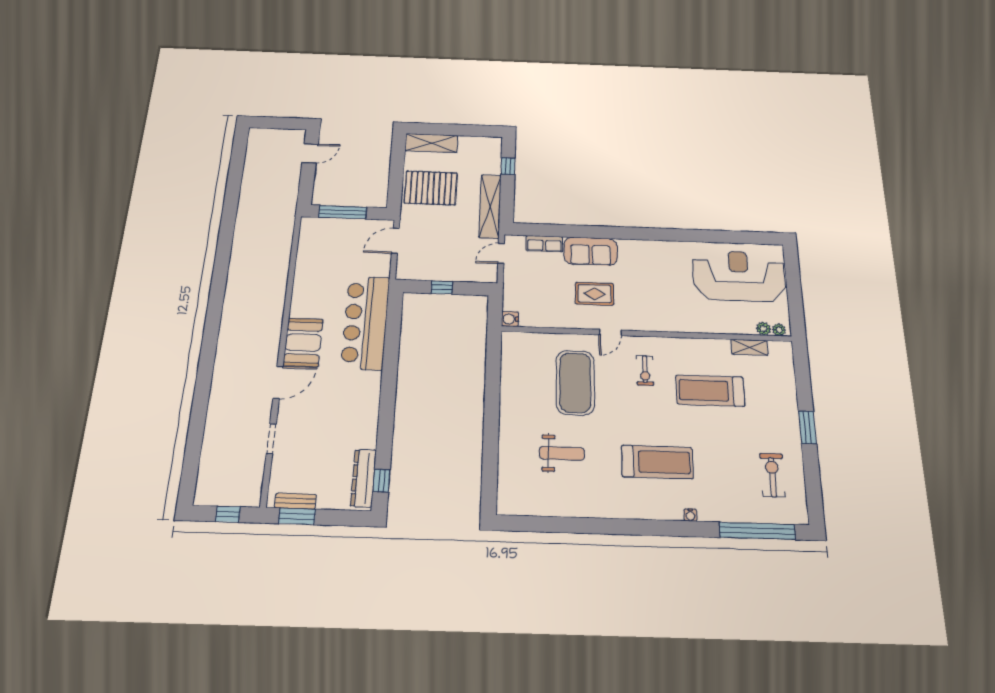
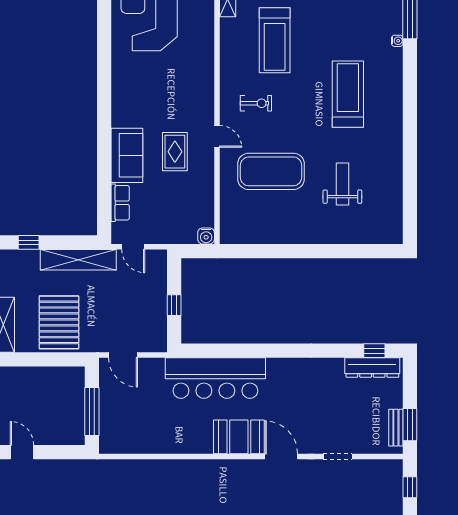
water cooler: (690, 515) -> (397, 41), moved

